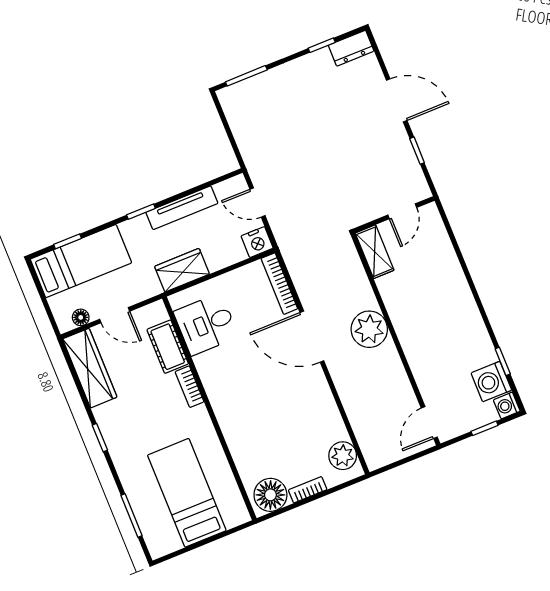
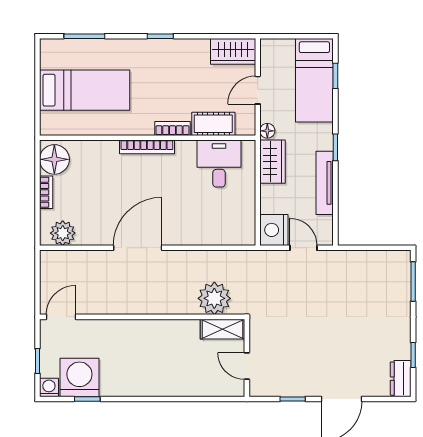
door: (257, 202) -> (303, 248), hinge flipped
nightstand: (257, 242) -> (274, 230), width x1.36, depth x1.33
bookcase: (279, 284) -> (147, 147), moved, turned 180
floor lamp: (81, 317) -> (267, 131), moved
plant: (369, 329) -> (214, 298), moved
door: (312, 337) -> (138, 248), moved
wardrobe: (90, 368) -> (233, 51), width x0.67
washing machine: (491, 382) -> (79, 377), width x1.37, depth x1.37
door: (429, 423) -> (61, 317), hinge flipped

